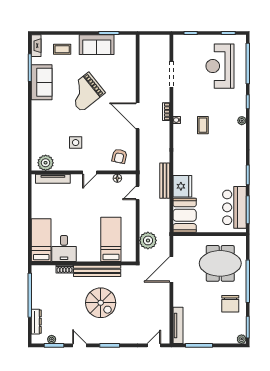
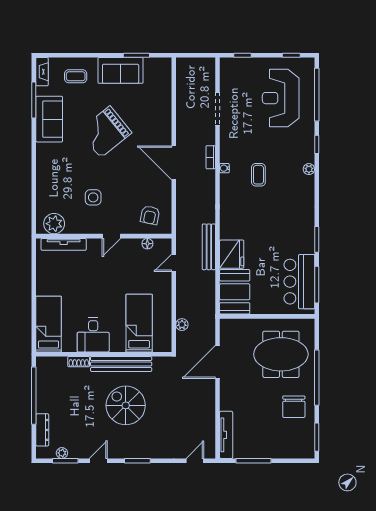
plant: (148, 240) -> (182, 325), width x0.53, depth x0.53
desk: (64, 248) -> (93, 335), moved
spiral stairs: (101, 303) -> (126, 405), turned 180
plant: (242, 339) -> (309, 453), removed
door: (79, 345) -> (98, 461), hinge flipped

